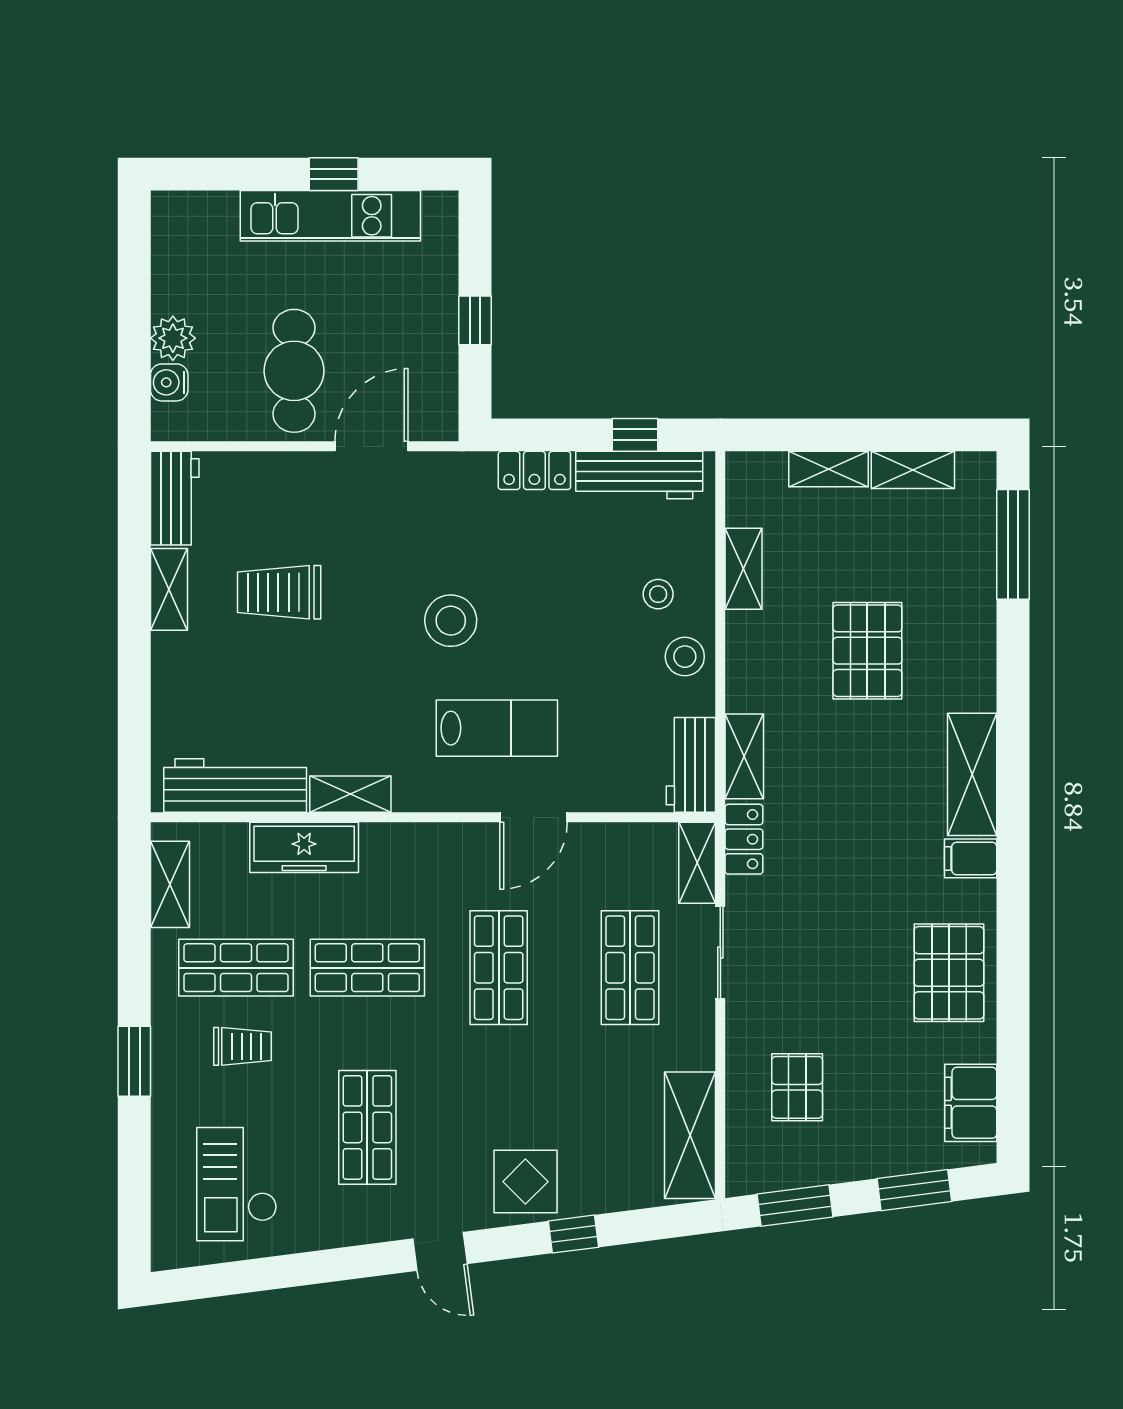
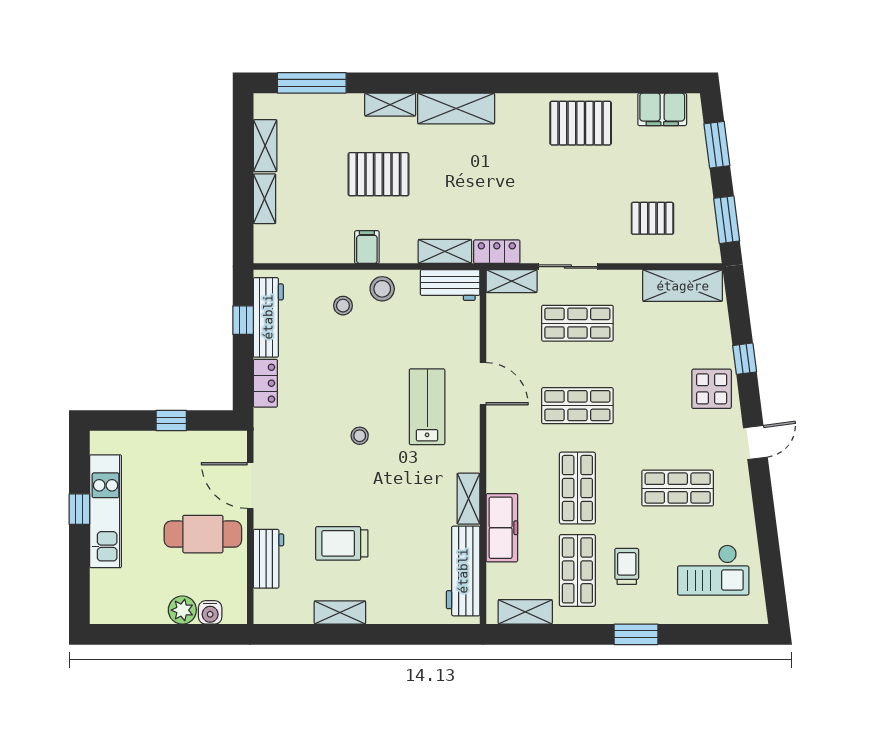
workbench: (175, 498) -> (269, 559), moved, turned 90
shelving: (744, 569) -> (390, 105), moved
trolley: (279, 592) -> (342, 543), turned 90
stool: (451, 621) -> (360, 436), width x0.53, depth x0.53
filing cabinet: (971, 858) -> (367, 247), moved, turned 180

